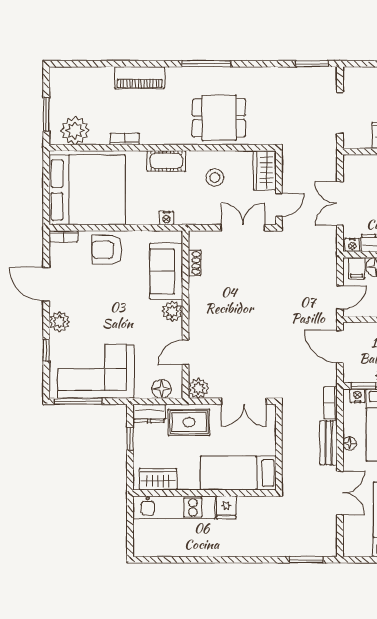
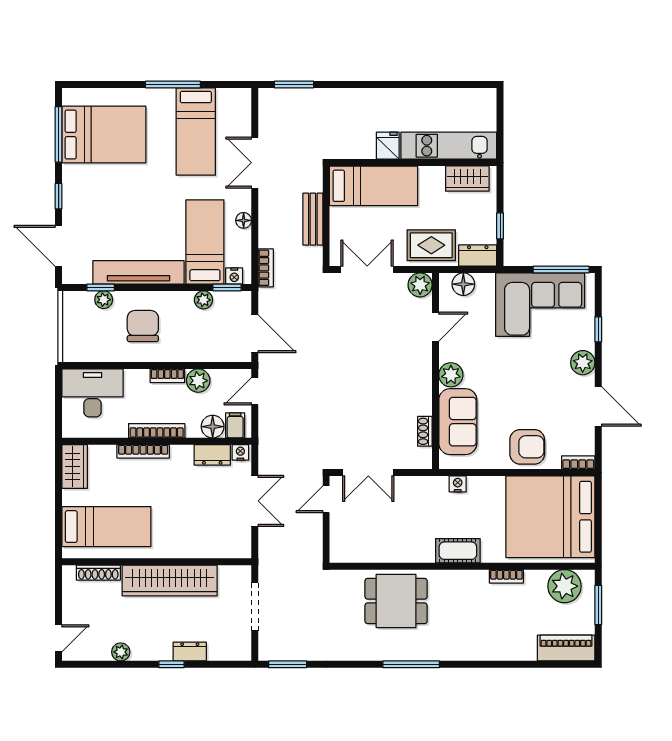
piano: (140, 78) -> (566, 648), moved
wardrobe: (265, 170) -> (343, 540), removed
stool: (215, 177) -> (401, 531), removed
bench: (329, 443) -> (313, 219), moved

